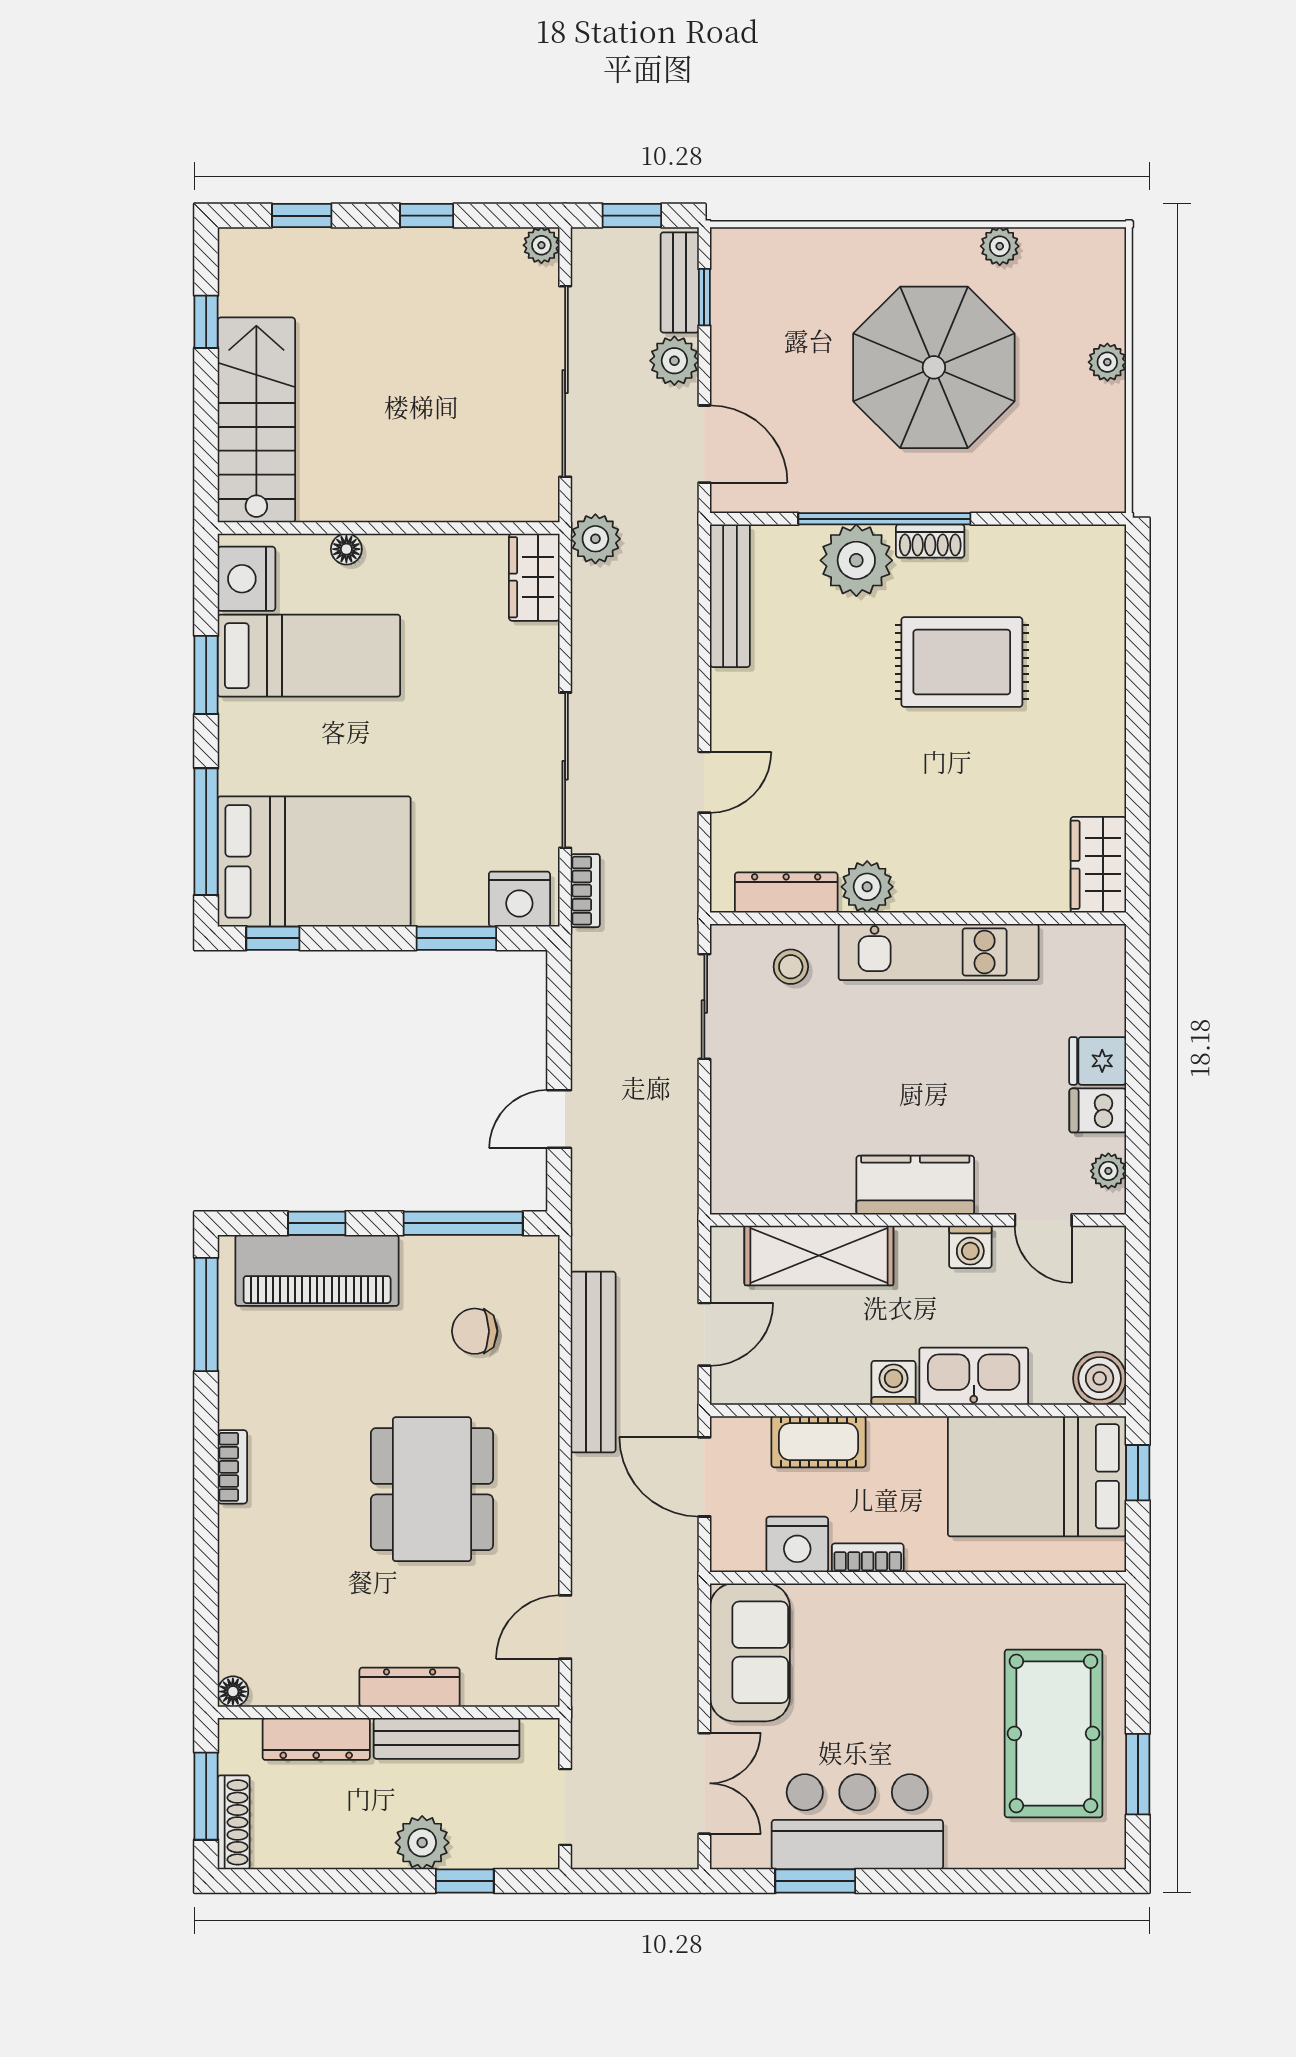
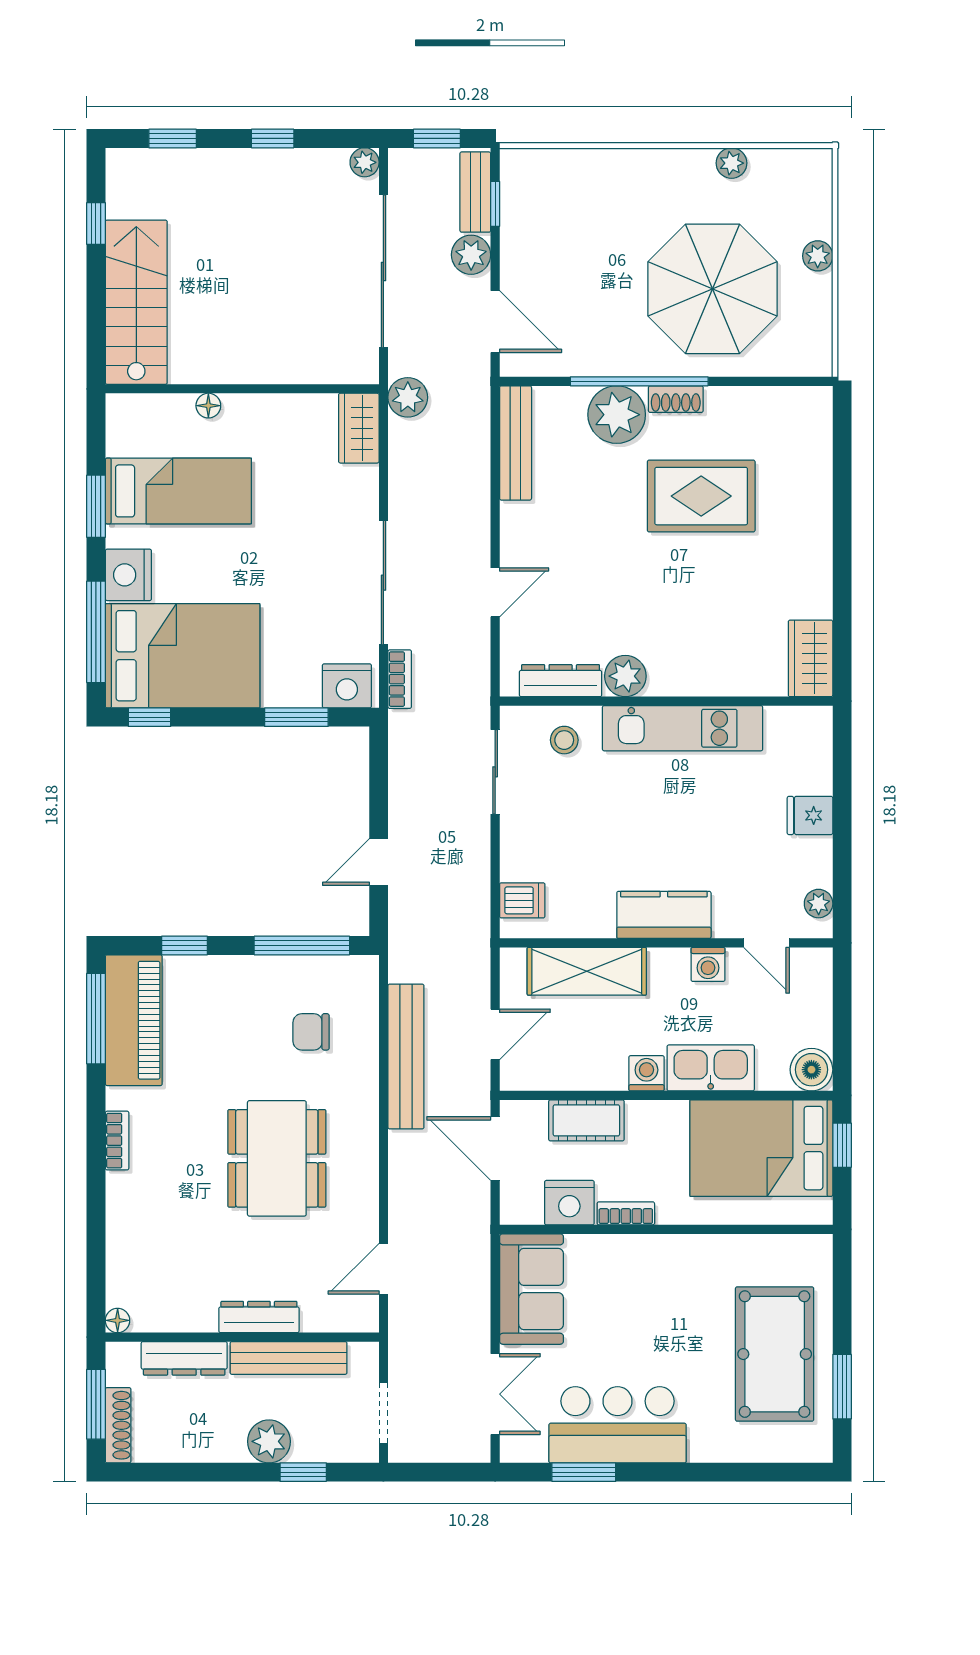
parasol: (934, 367) -> (713, 289), moved
nightstand: (246, 579) -> (128, 575), moved
dishwasher: (1098, 1110) -> (522, 900), moved, turned 180
piano: (317, 1270) -> (134, 1020), moved, turned -90

